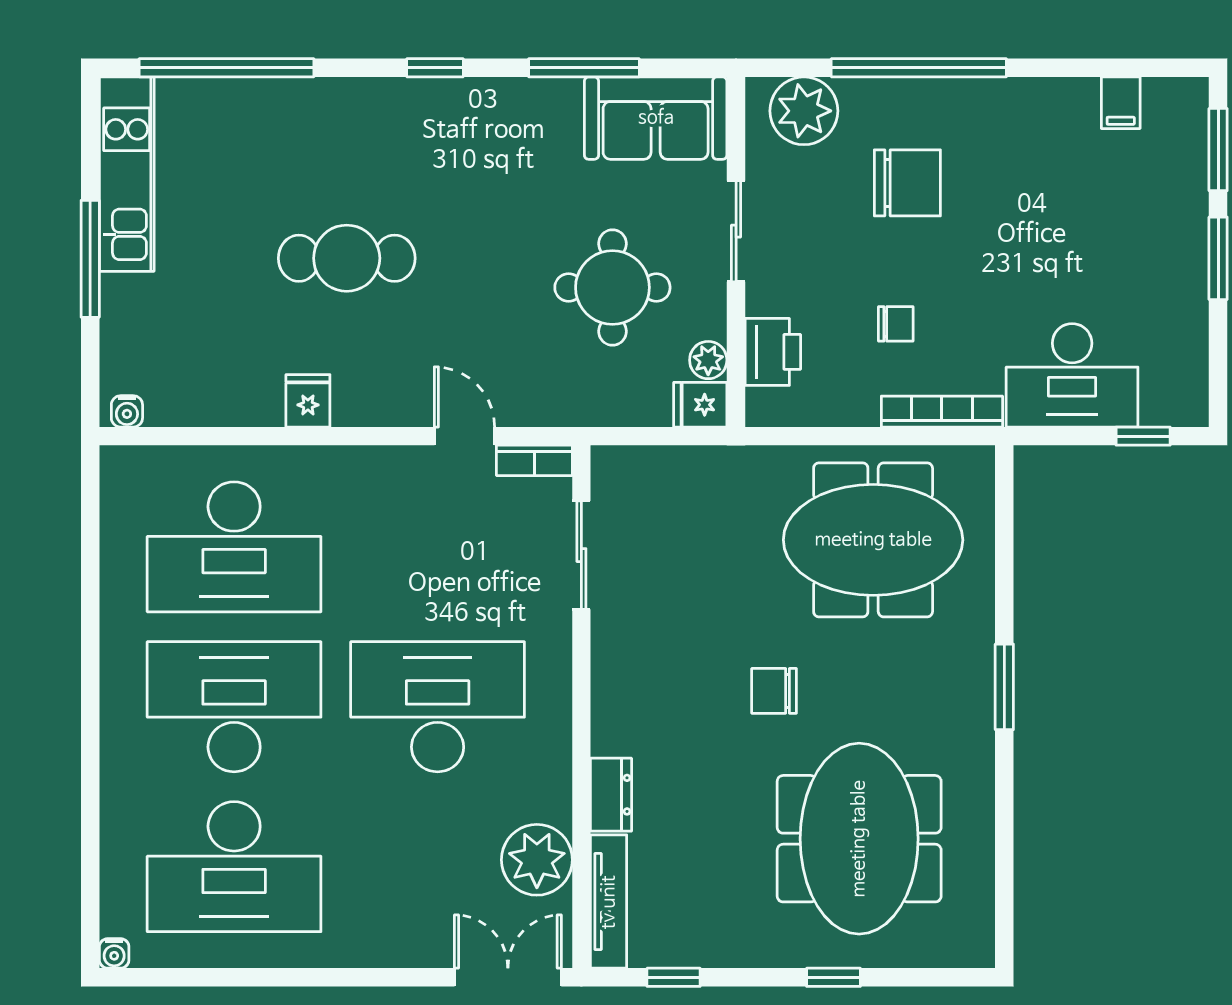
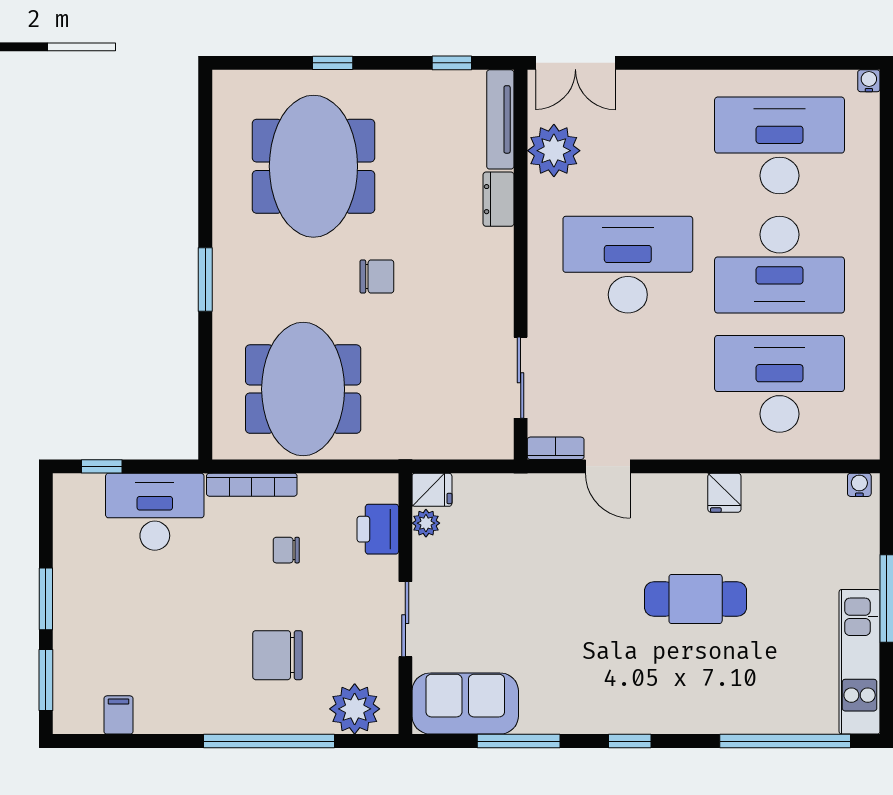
round table: (612, 287) -> (497, 577), removed
meeting table: (873, 540) -> (303, 389), turned 90
desk: (438, 707) -> (628, 265), turned 180

